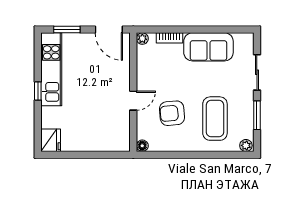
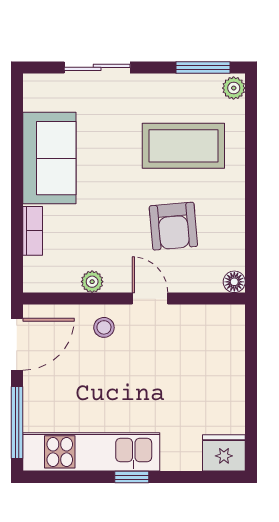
window: (67, 29) -> (17, 422), width x1.44
plant: (142, 39) -> (92, 282), moved
stool: (118, 76) -> (104, 327), added
window: (257, 115) -> (203, 67), moved

